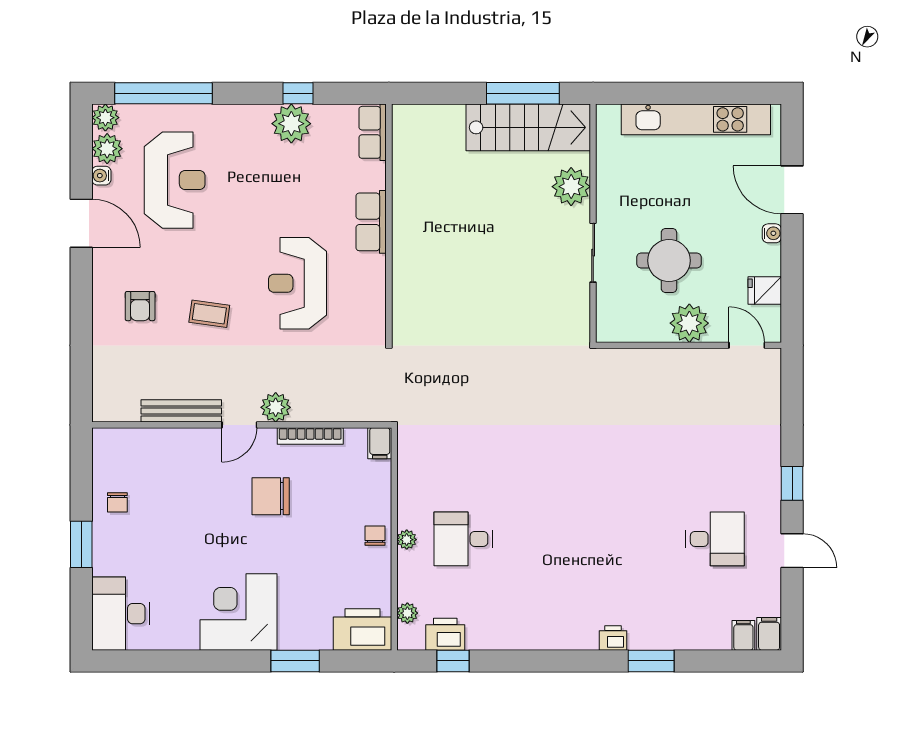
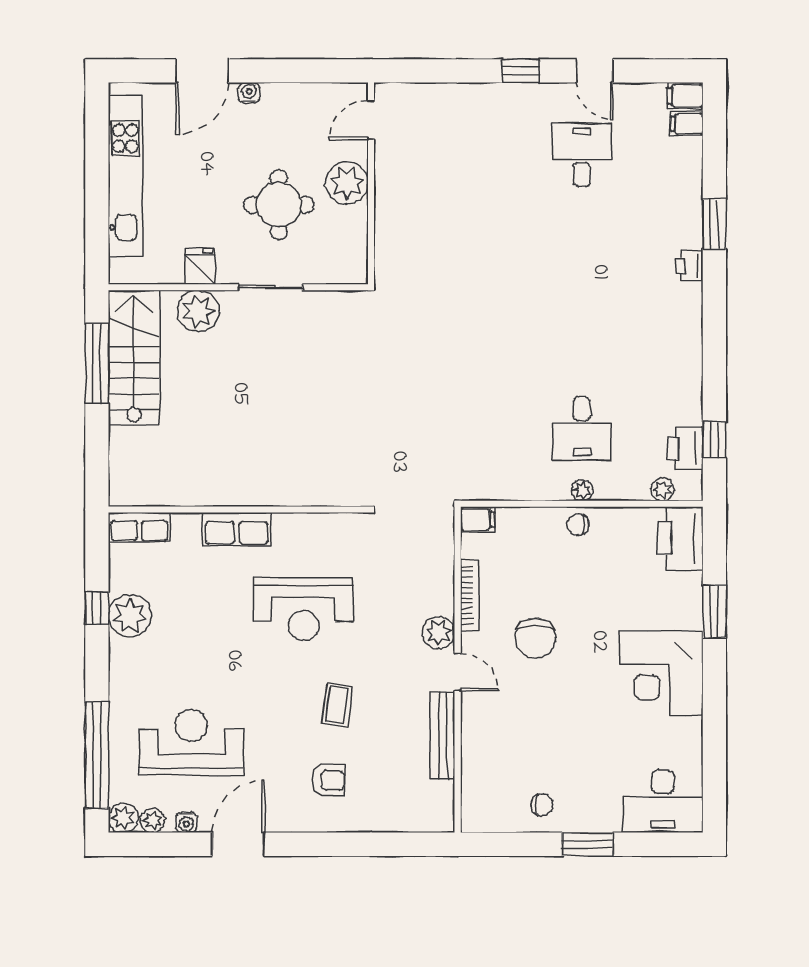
plant: (107, 149) -> (153, 821), width x0.73, depth x0.73
fridge: (765, 291) -> (200, 266), moved, turned 180
door: (792, 551) -> (594, 71), swing flipped

